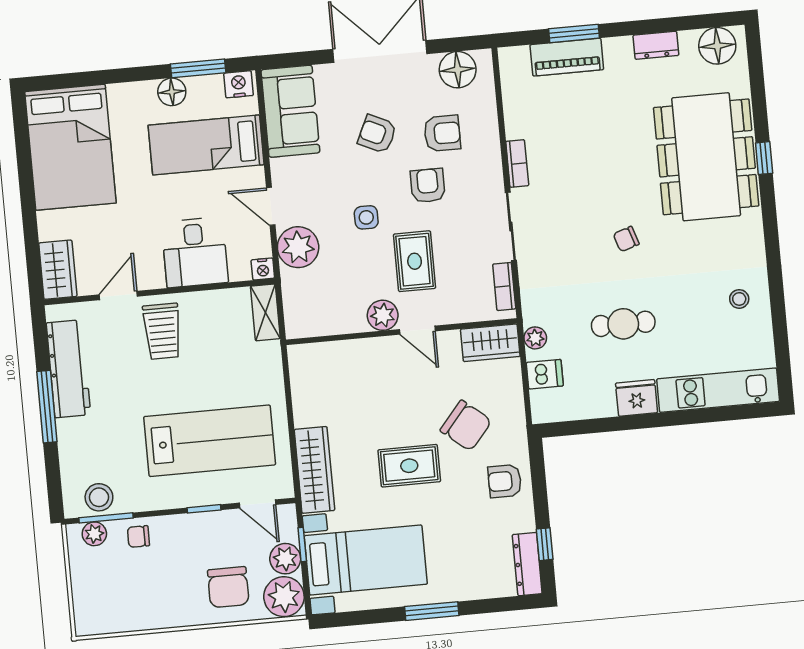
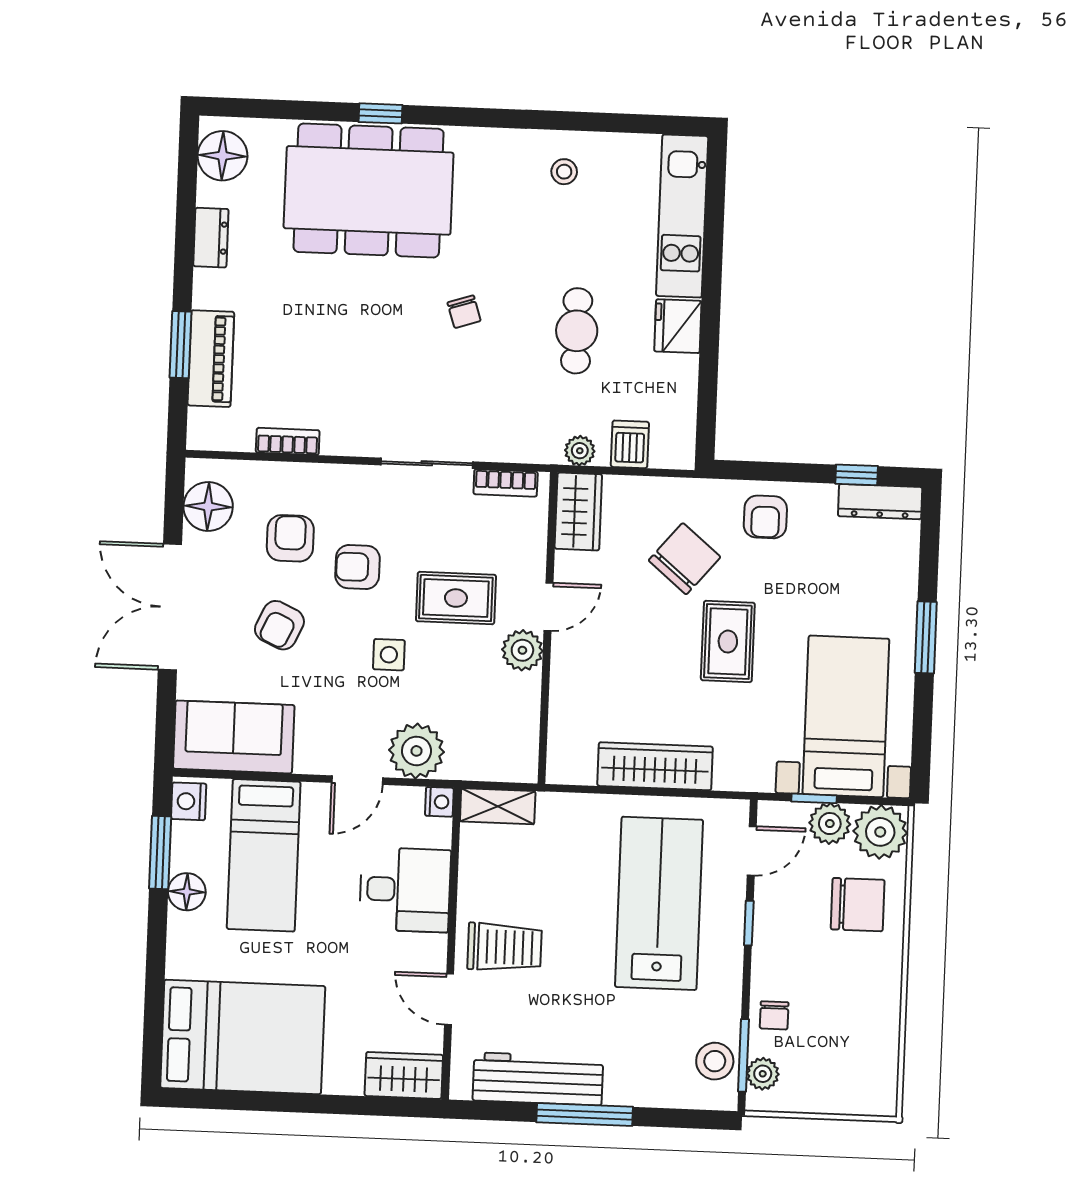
bookcase: (517, 163) -> (288, 441), moved
wardrobe: (314, 470) -> (655, 766), moved

